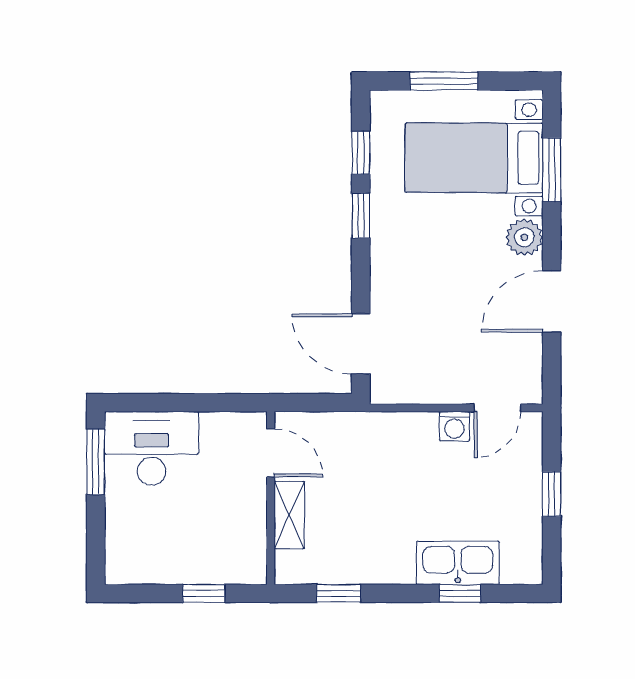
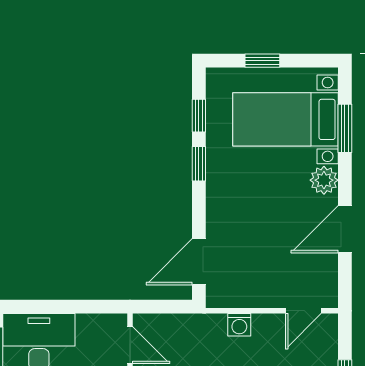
window: (444, 81) -> (262, 61), width x0.67
door: (361, 344) -> (199, 262), hinge flipped
washing machine: (454, 426) -> (239, 325), moved

